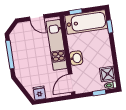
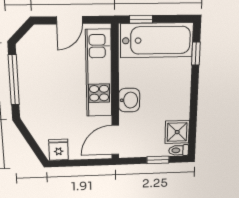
door: (37, 18) -> (69, 20), hinge flipped

